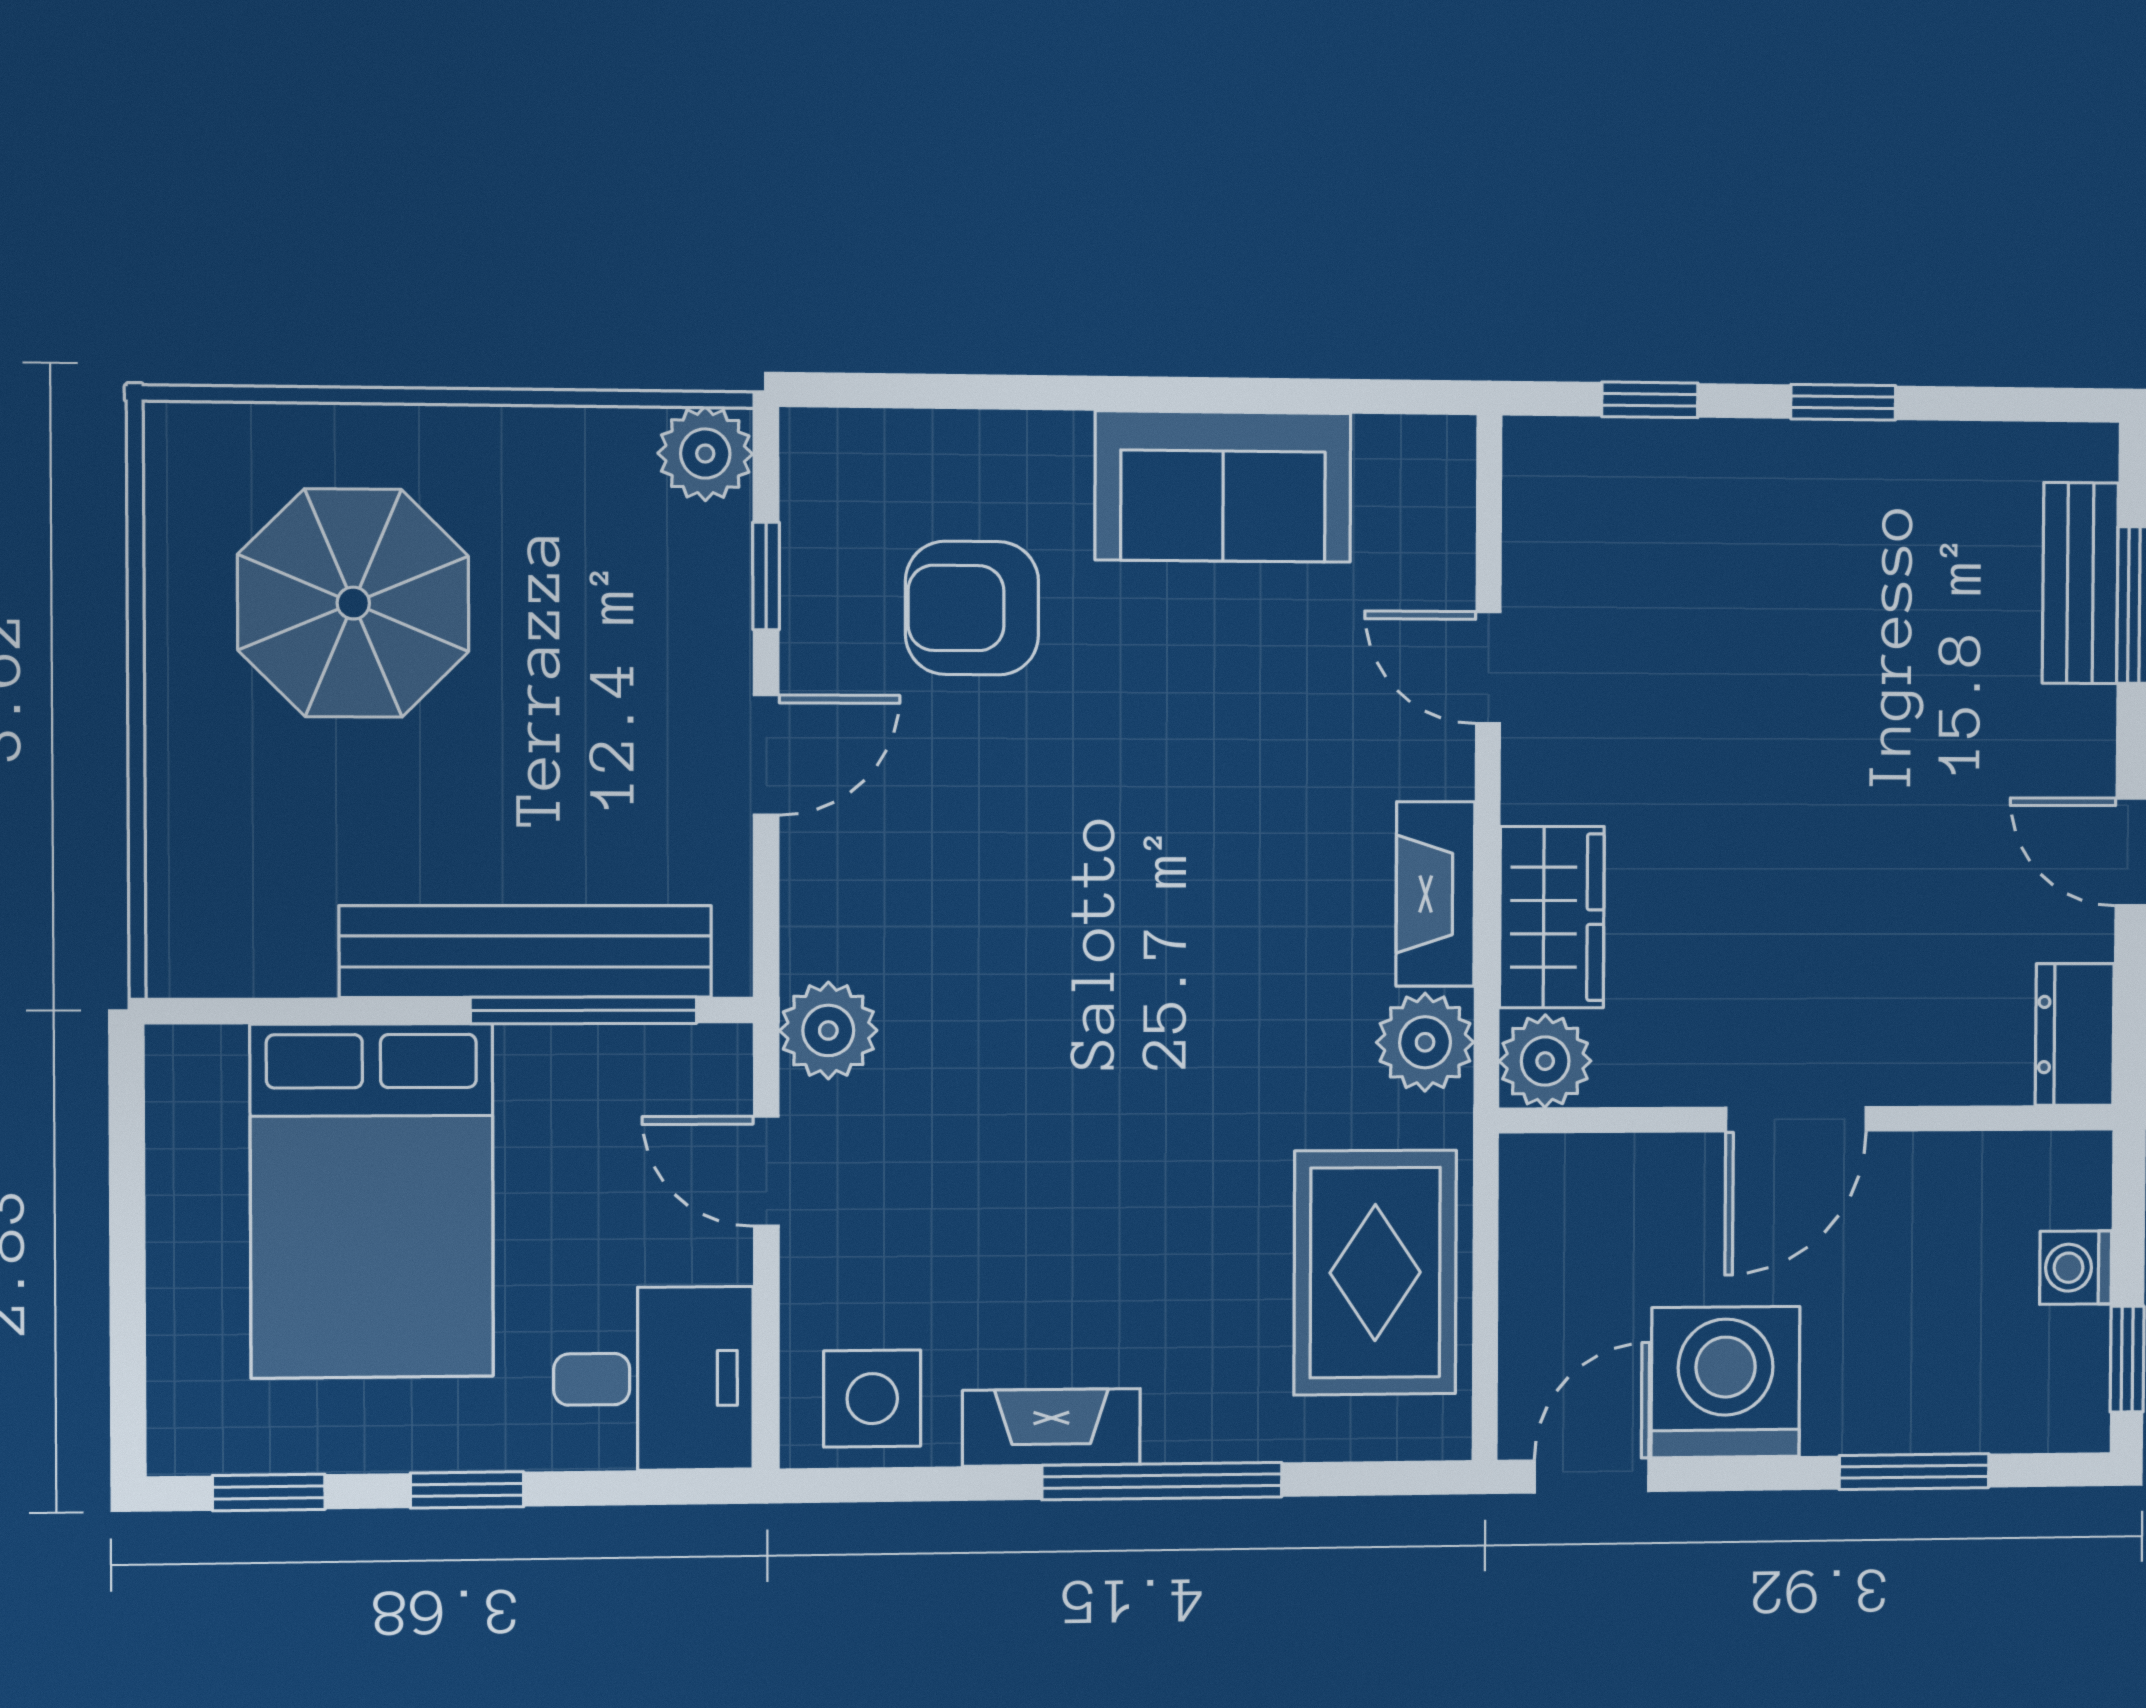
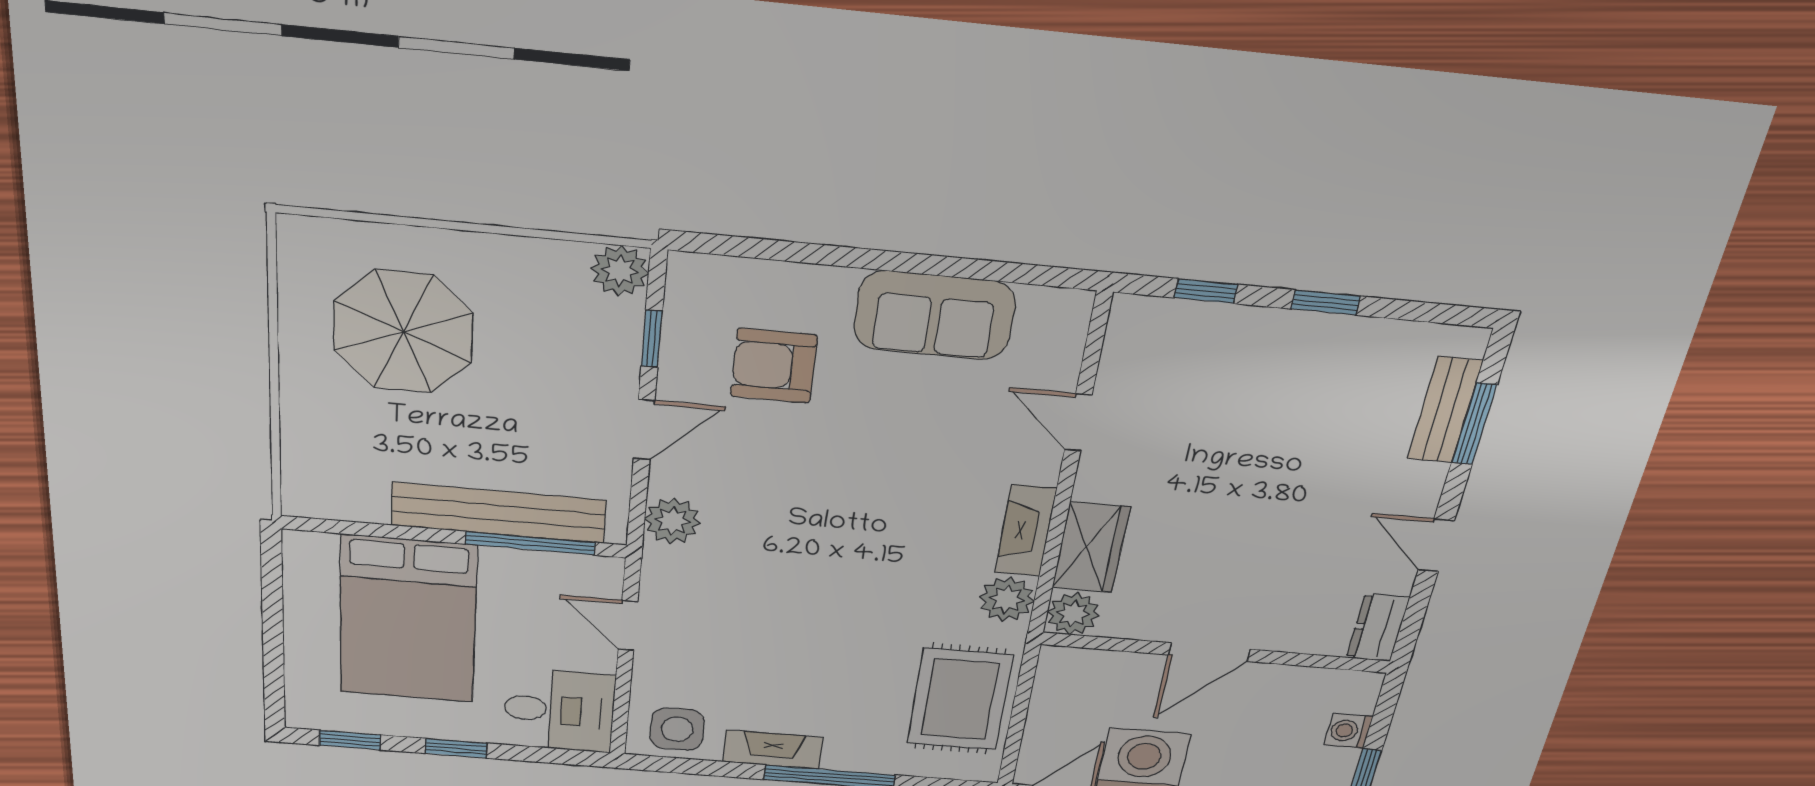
plant: (828, 1030) -> (673, 521), moved

